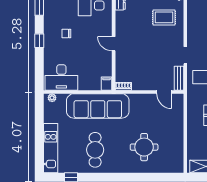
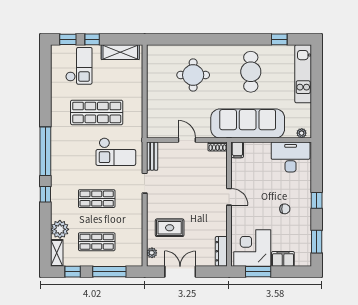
door: (164, 92) -> (187, 140), moved

